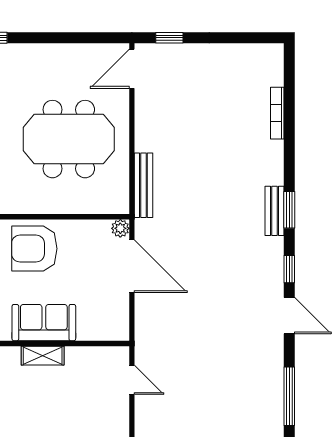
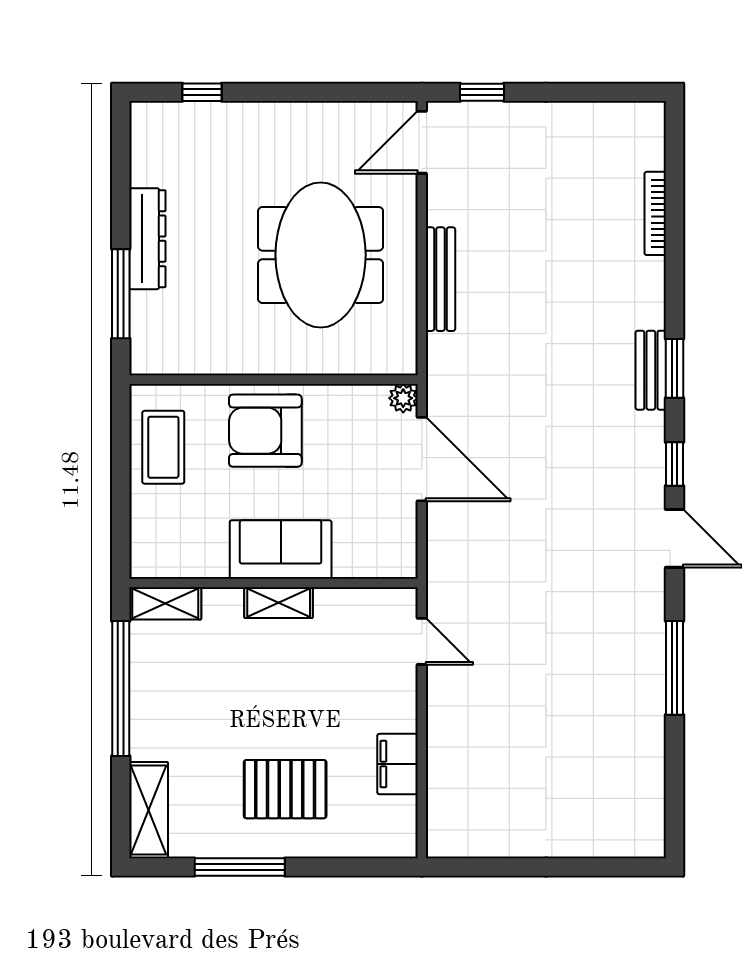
meeting table: (69, 139) -> (321, 255), turned 90
bench: (143, 185) -> (440, 279), moved

